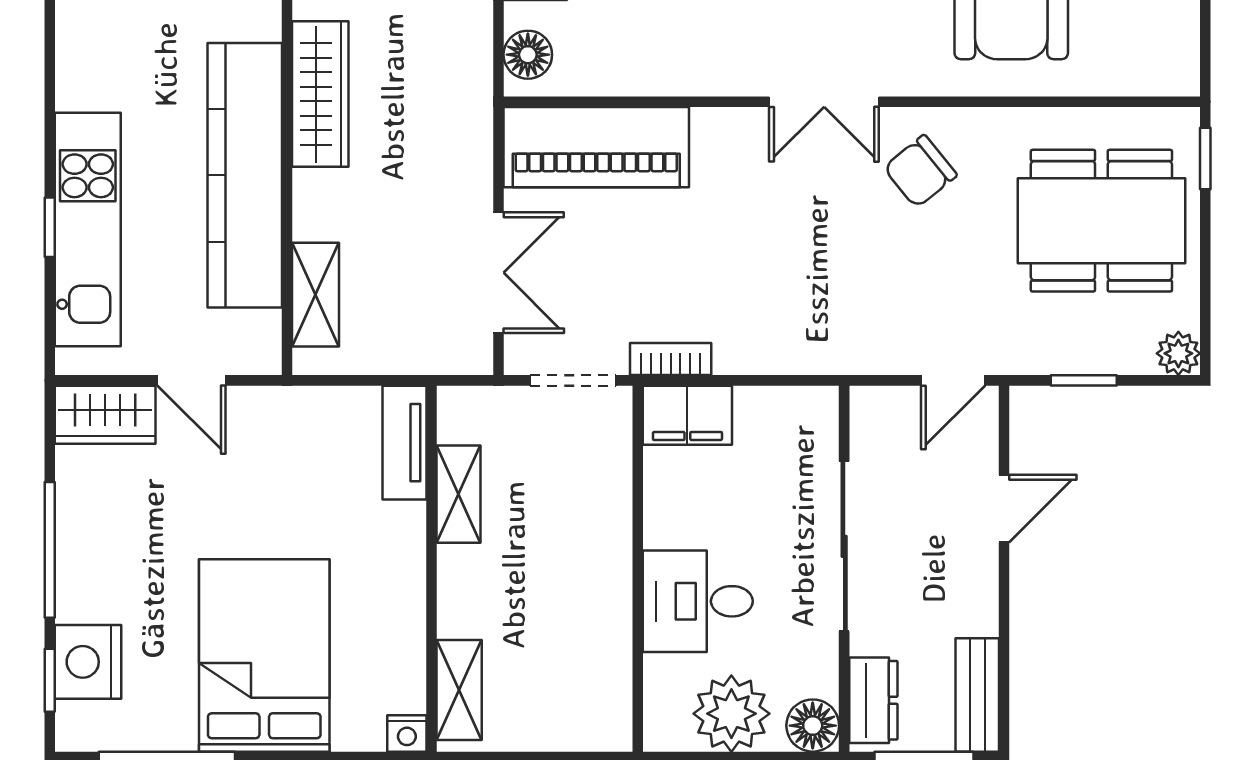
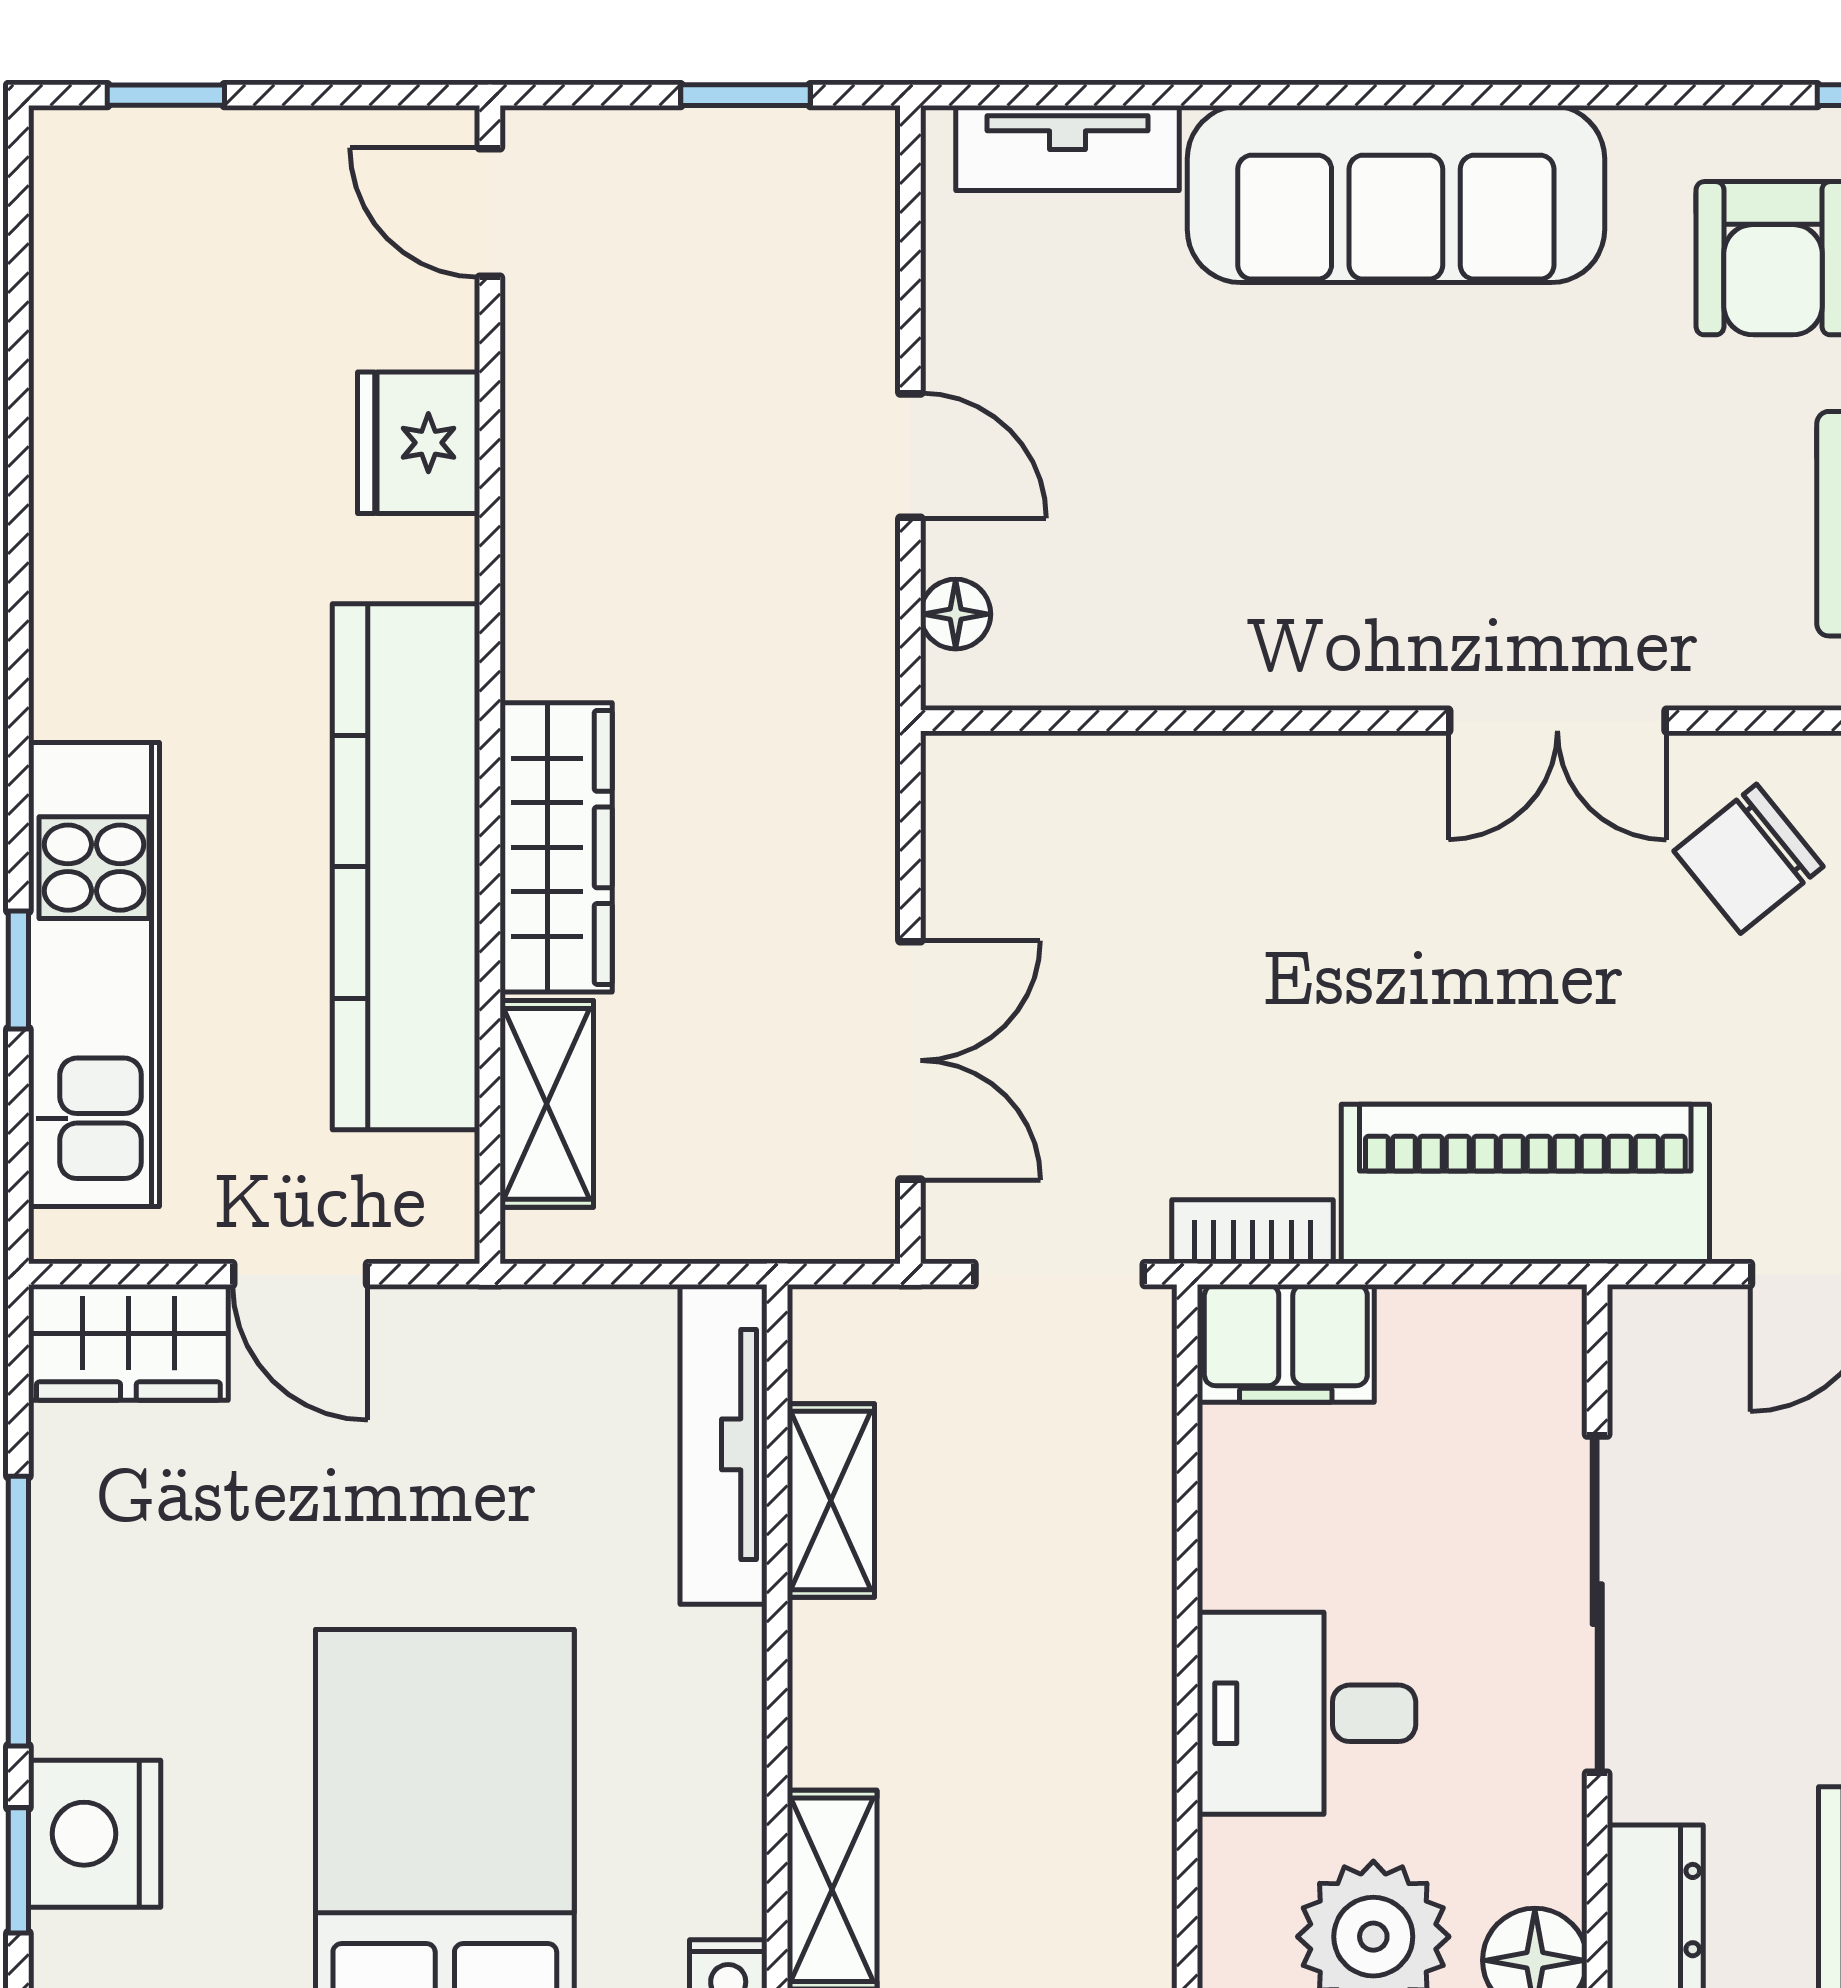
floor lamp: (528, 55) -> (956, 614), width x0.73, depth x0.73
wardrobe: (320, 94) -> (556, 847), moved
piano: (596, 147) -> (1525, 1184), moved, turned 180
tv unit: (404, 443) -> (723, 1444), width x1.41

